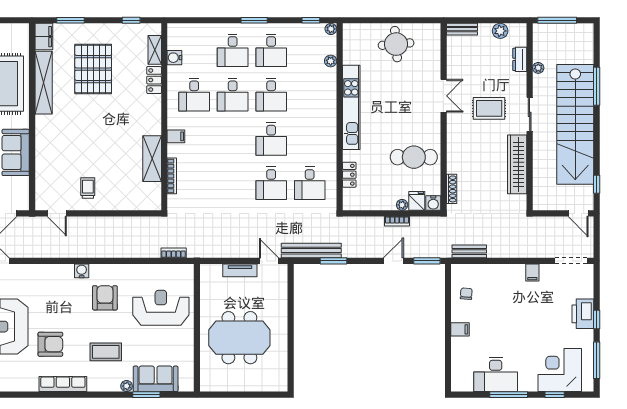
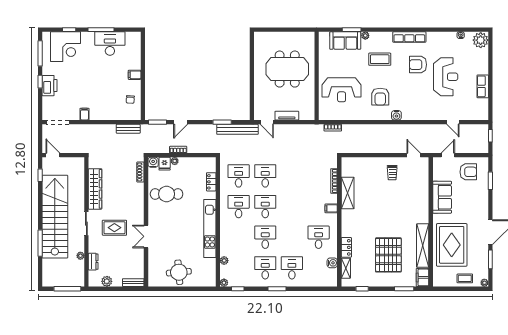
desk: (233, 95) -> (239, 207), moved

